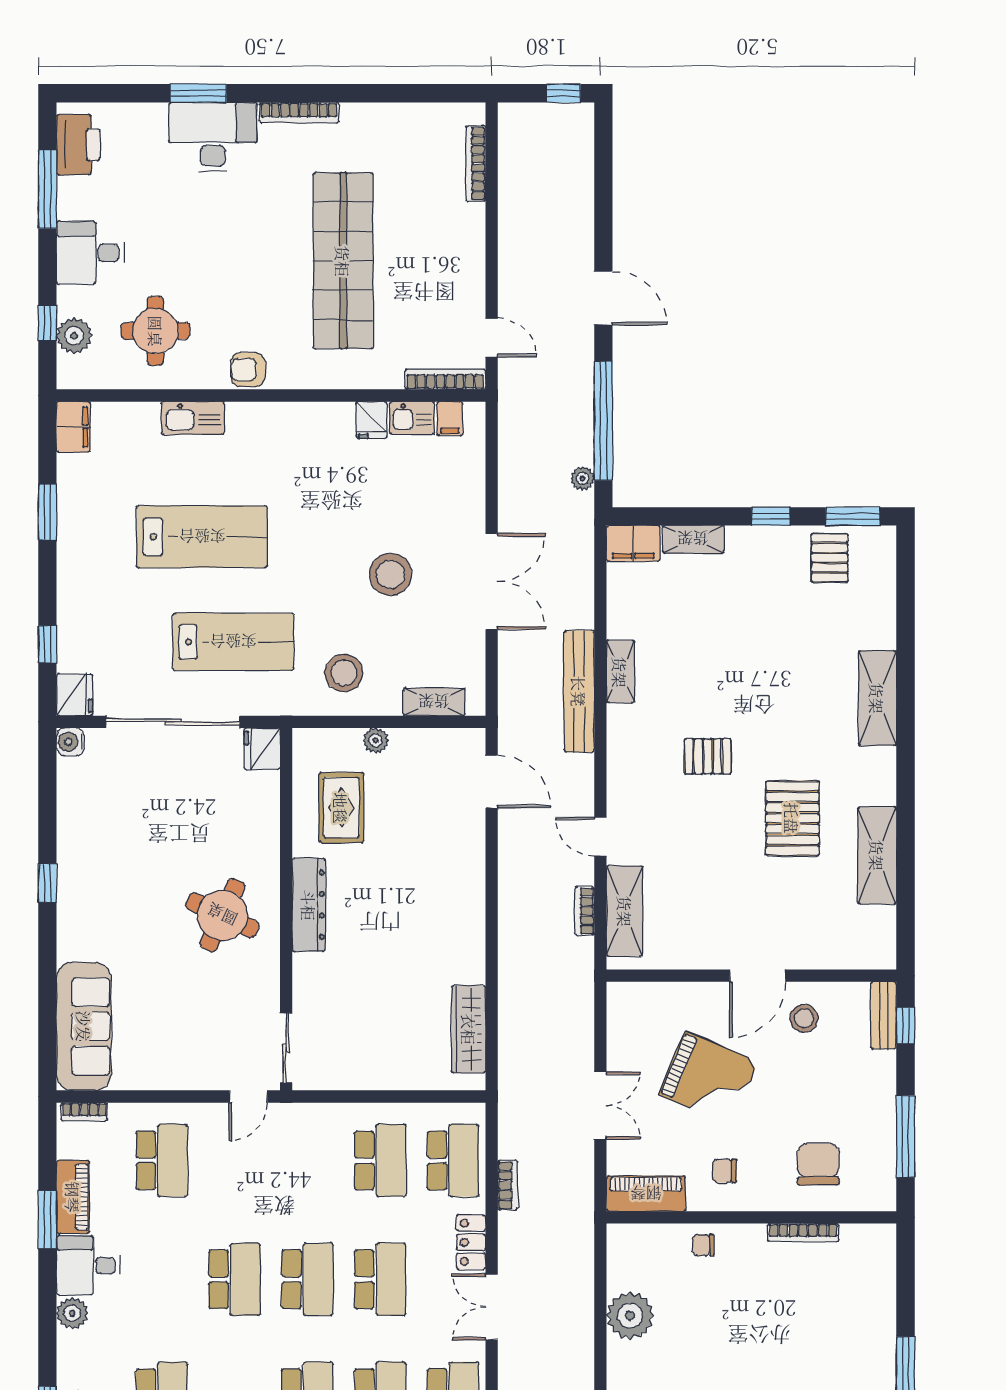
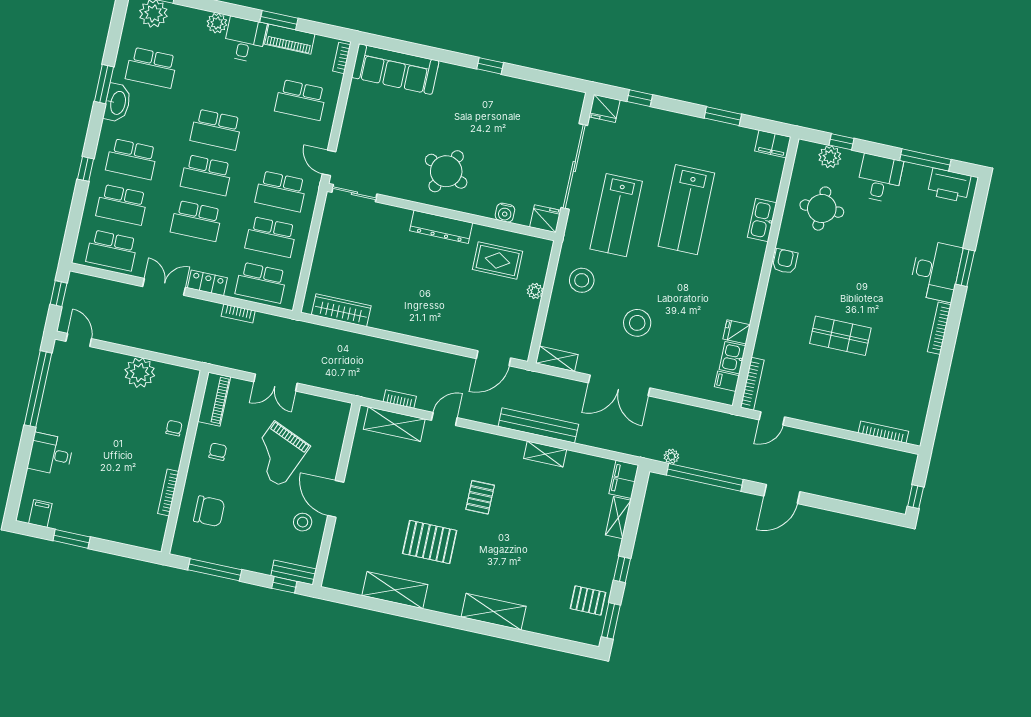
shop shelf: (343, 261) -> (840, 336), width x0.50, depth x0.74
shelving: (434, 702) -> (557, 359), moved, turned 90
water cooler: (70, 742) -> (505, 213), moved, turned 180
school desk: (307, 1160) -> (281, 191), added

